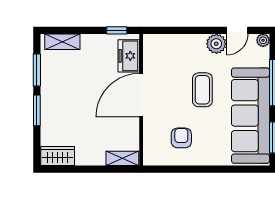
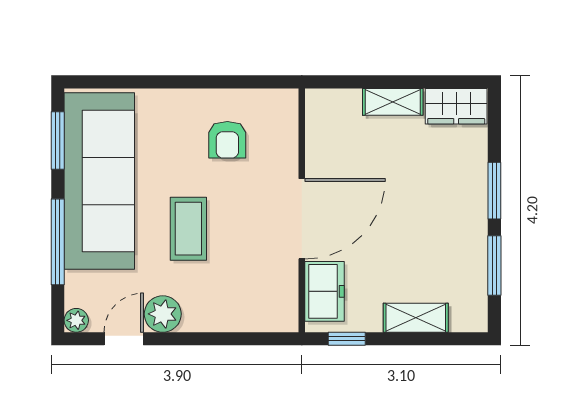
shelving: (62, 42) -> (416, 318), moved
shelving: (122, 158) -> (393, 102), moved

